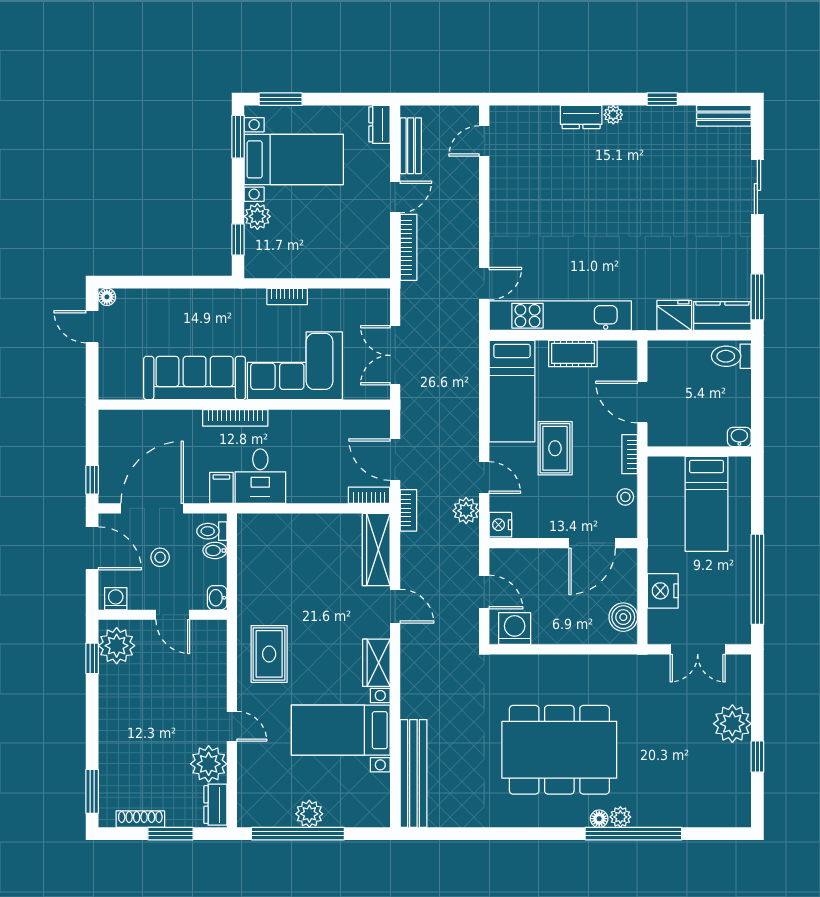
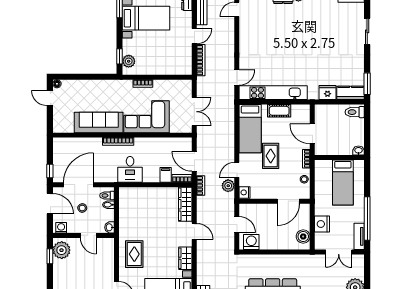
plant: (257, 216) -> (129, 61), moved
double door: (395, 355) -> (194, 112), swing flipped
door: (484, 478) -> (237, 170), swing flipped
filing cabinet: (221, 488) -> (166, 175), moved
tv unit: (741, 617) -> (359, 236), added

